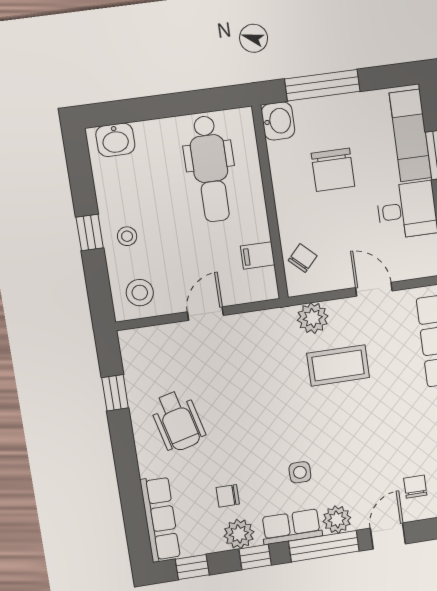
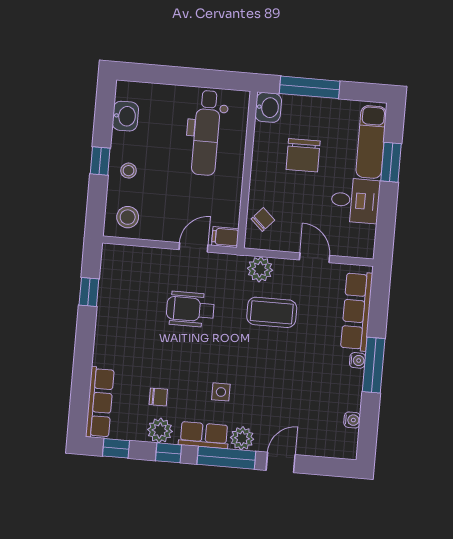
washbasin: (115, 140) -> (125, 116), moved, turned -90
filing cabinet: (258, 255) -> (225, 237), moved
door: (205, 314) -> (194, 247), moved
wheelchair: (178, 421) -> (190, 309), moved, turned 104
chair: (415, 487) -> (312, 427), removed
chair: (228, 496) -> (158, 397), turned 180

